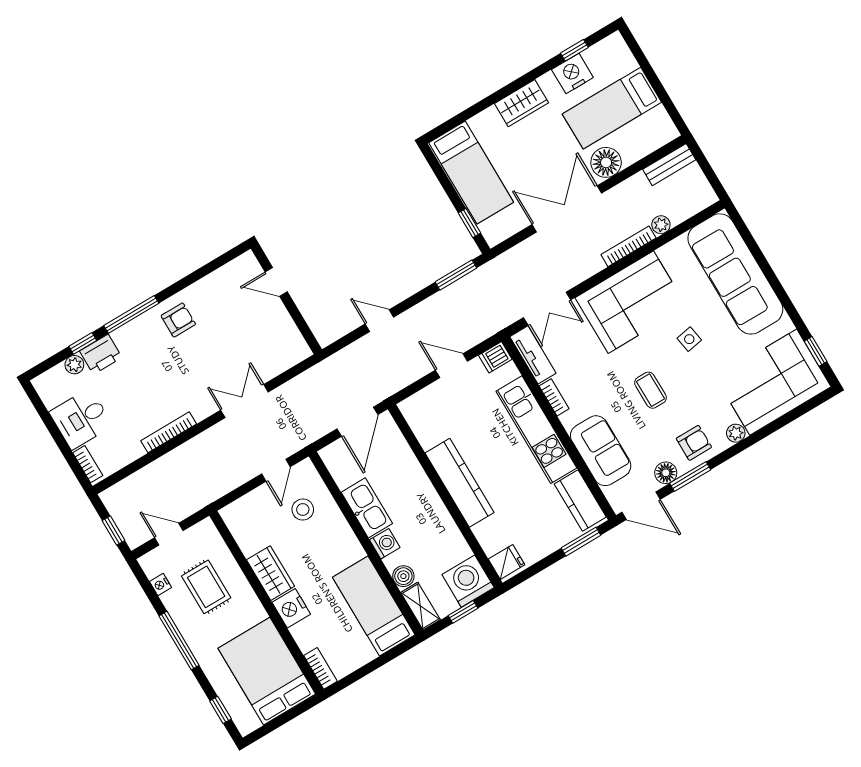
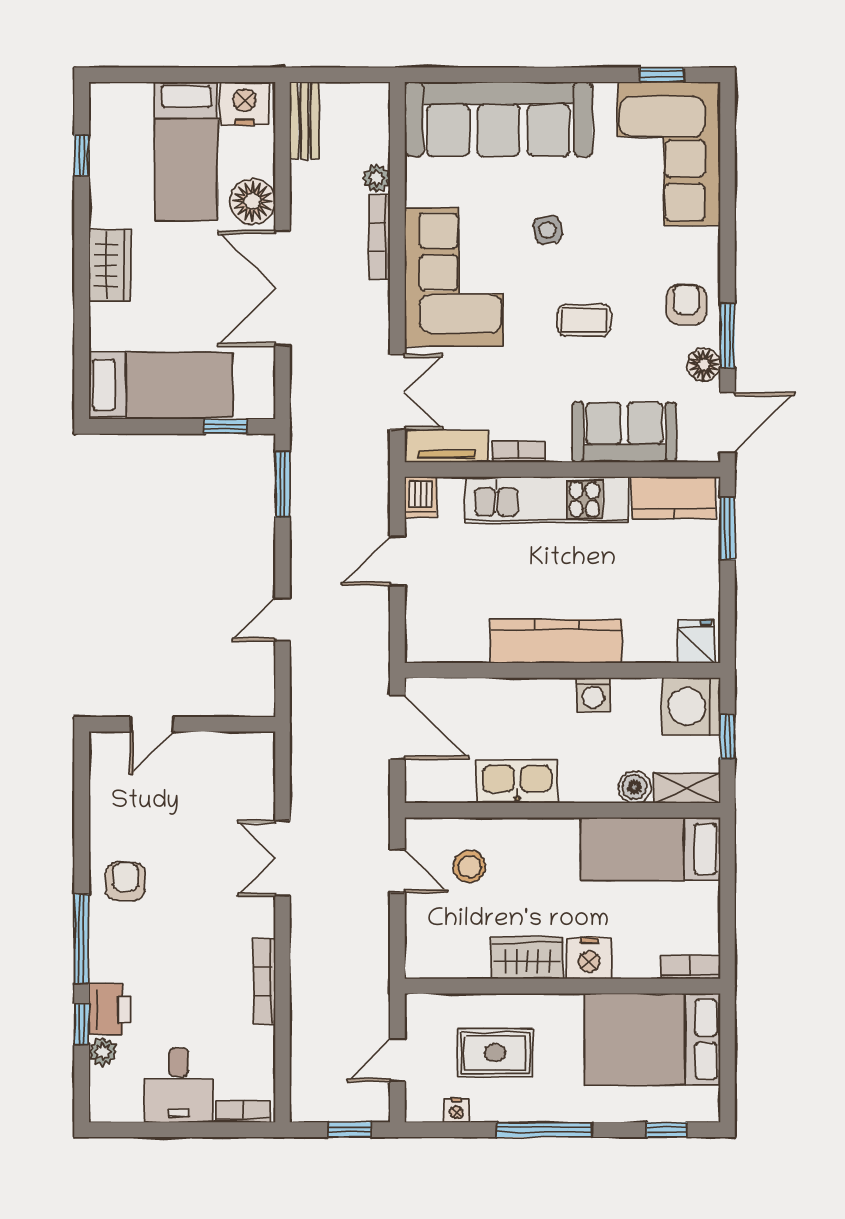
nightstand: (572, 74) -> (244, 104), moved, turned 90
plant: (736, 433) -> (706, 242), removed
washing machine: (385, 544) -> (593, 695), moved, turned 180

